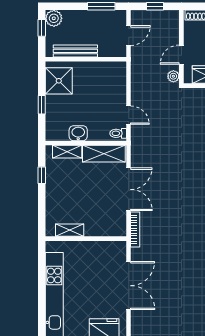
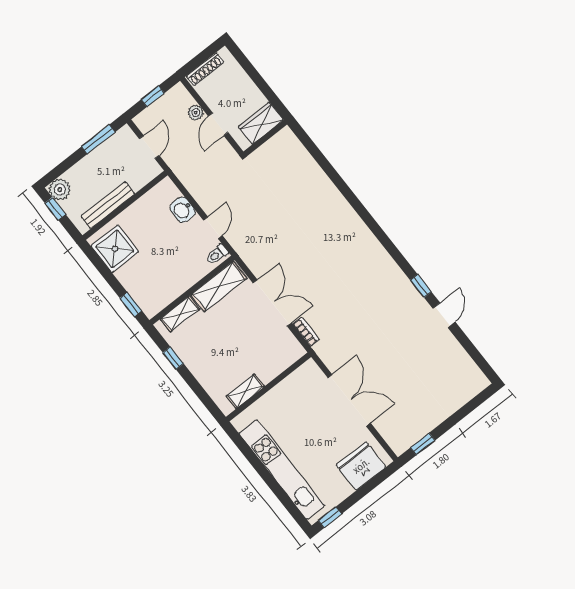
plant: (173, 76) -> (196, 113), moved
window: (42, 105) -> (131, 304), moved
door: (129, 115) -> (213, 228), hinge flipped
washbasin: (78, 133) -> (183, 210), moved, turned -90
bookcase: (135, 229) -> (306, 332), width x0.64

